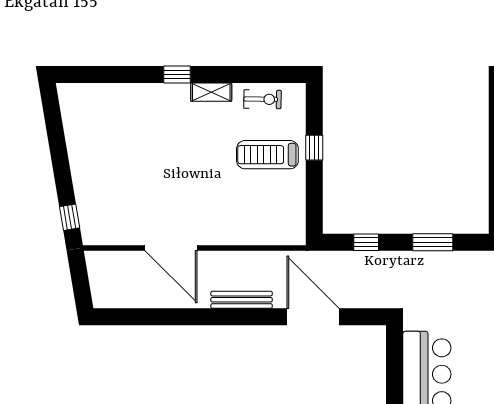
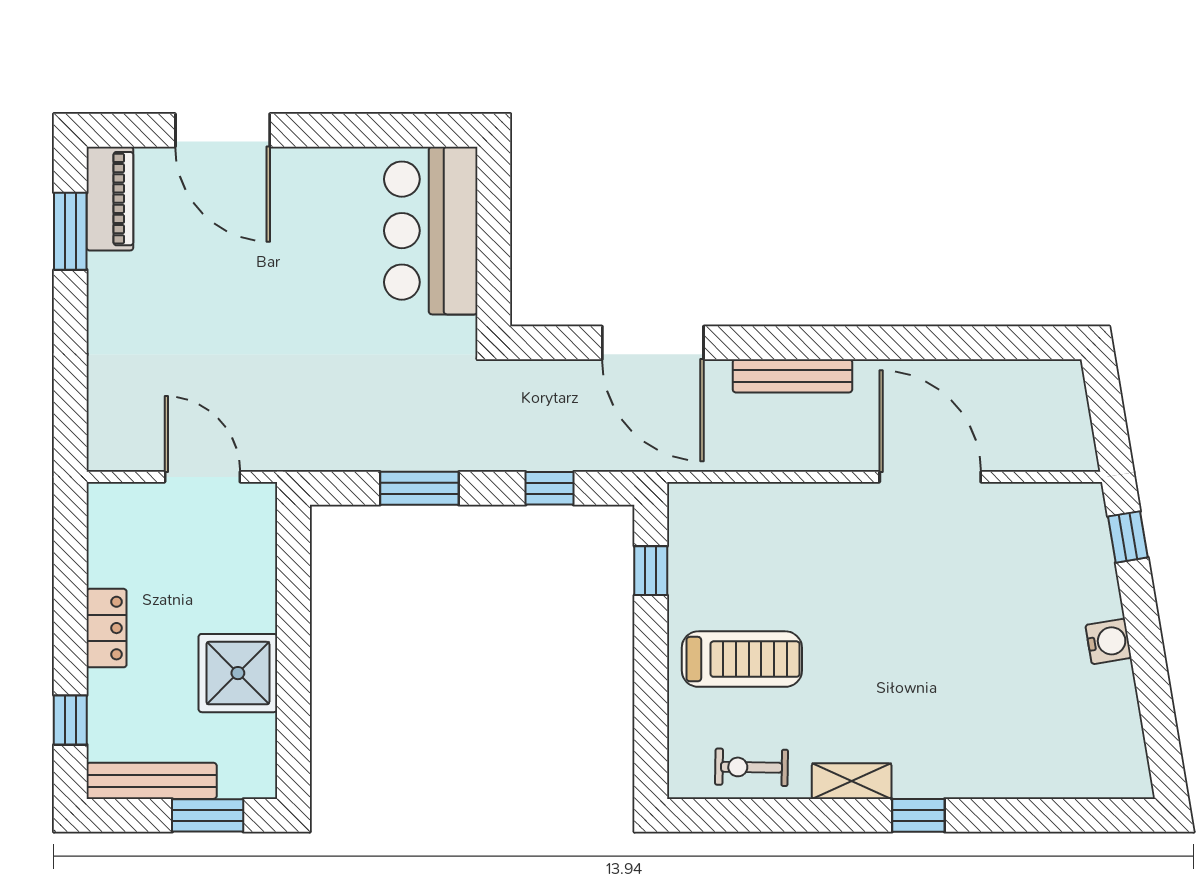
window: (314, 148) -> (651, 571), moved
water cooler: (80, 164) -> (1108, 641), added

